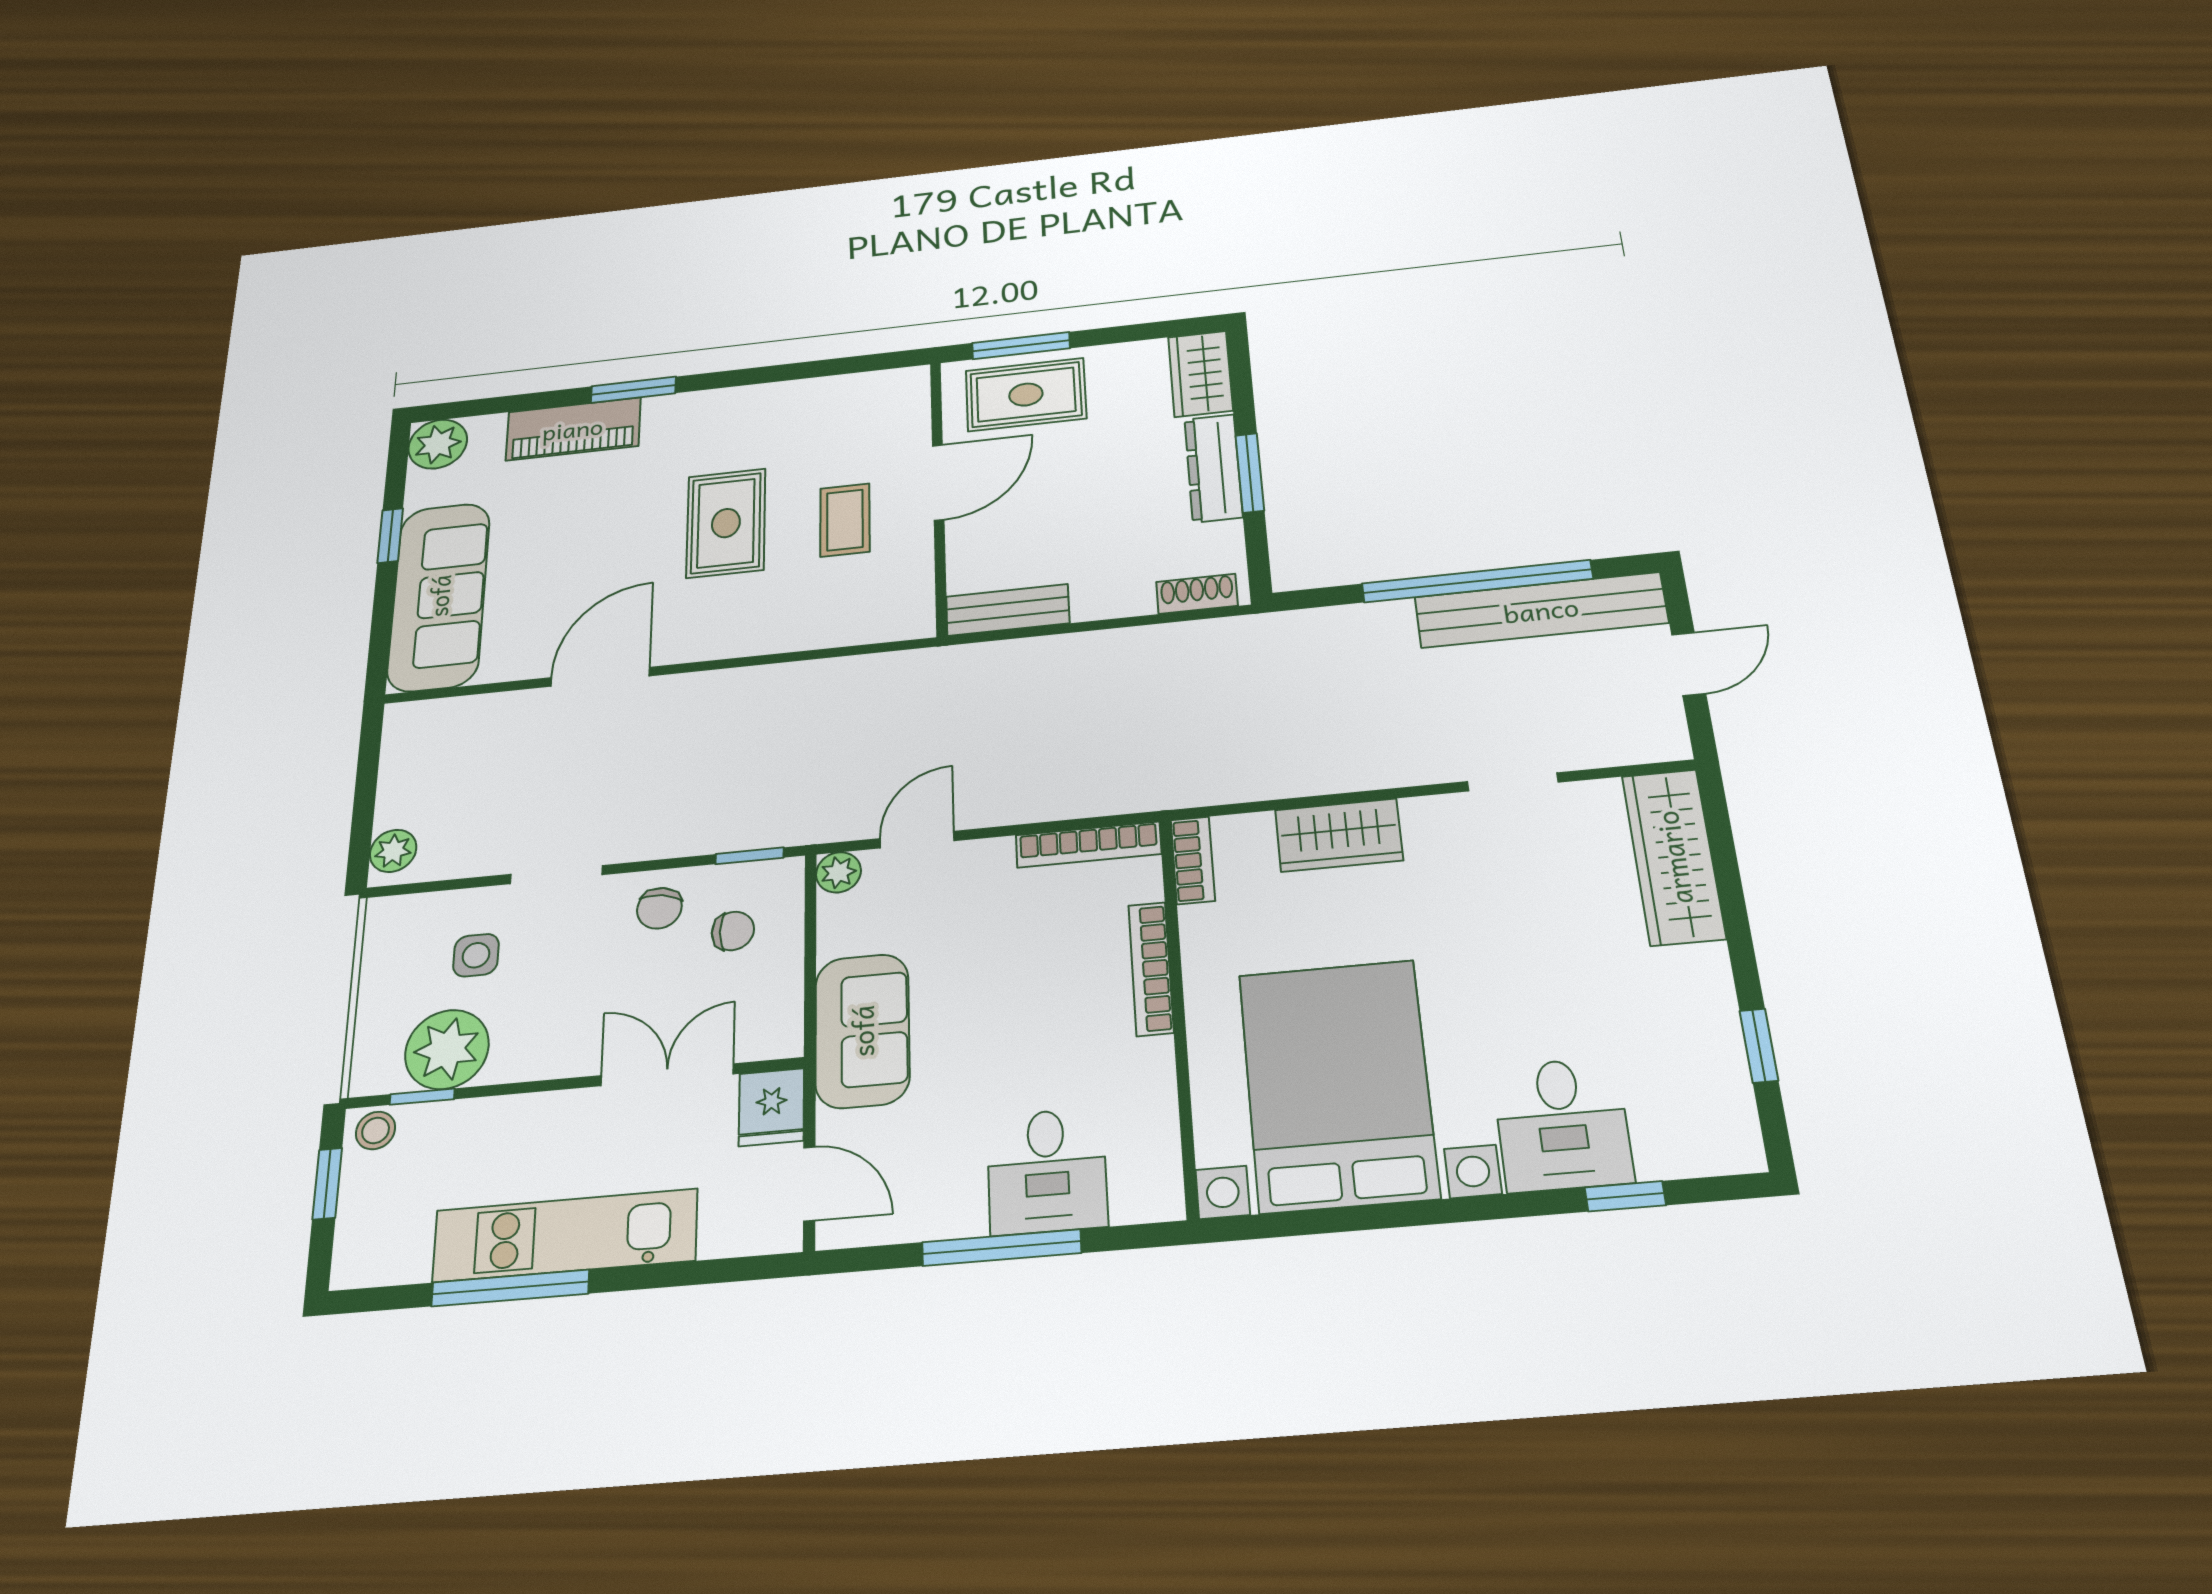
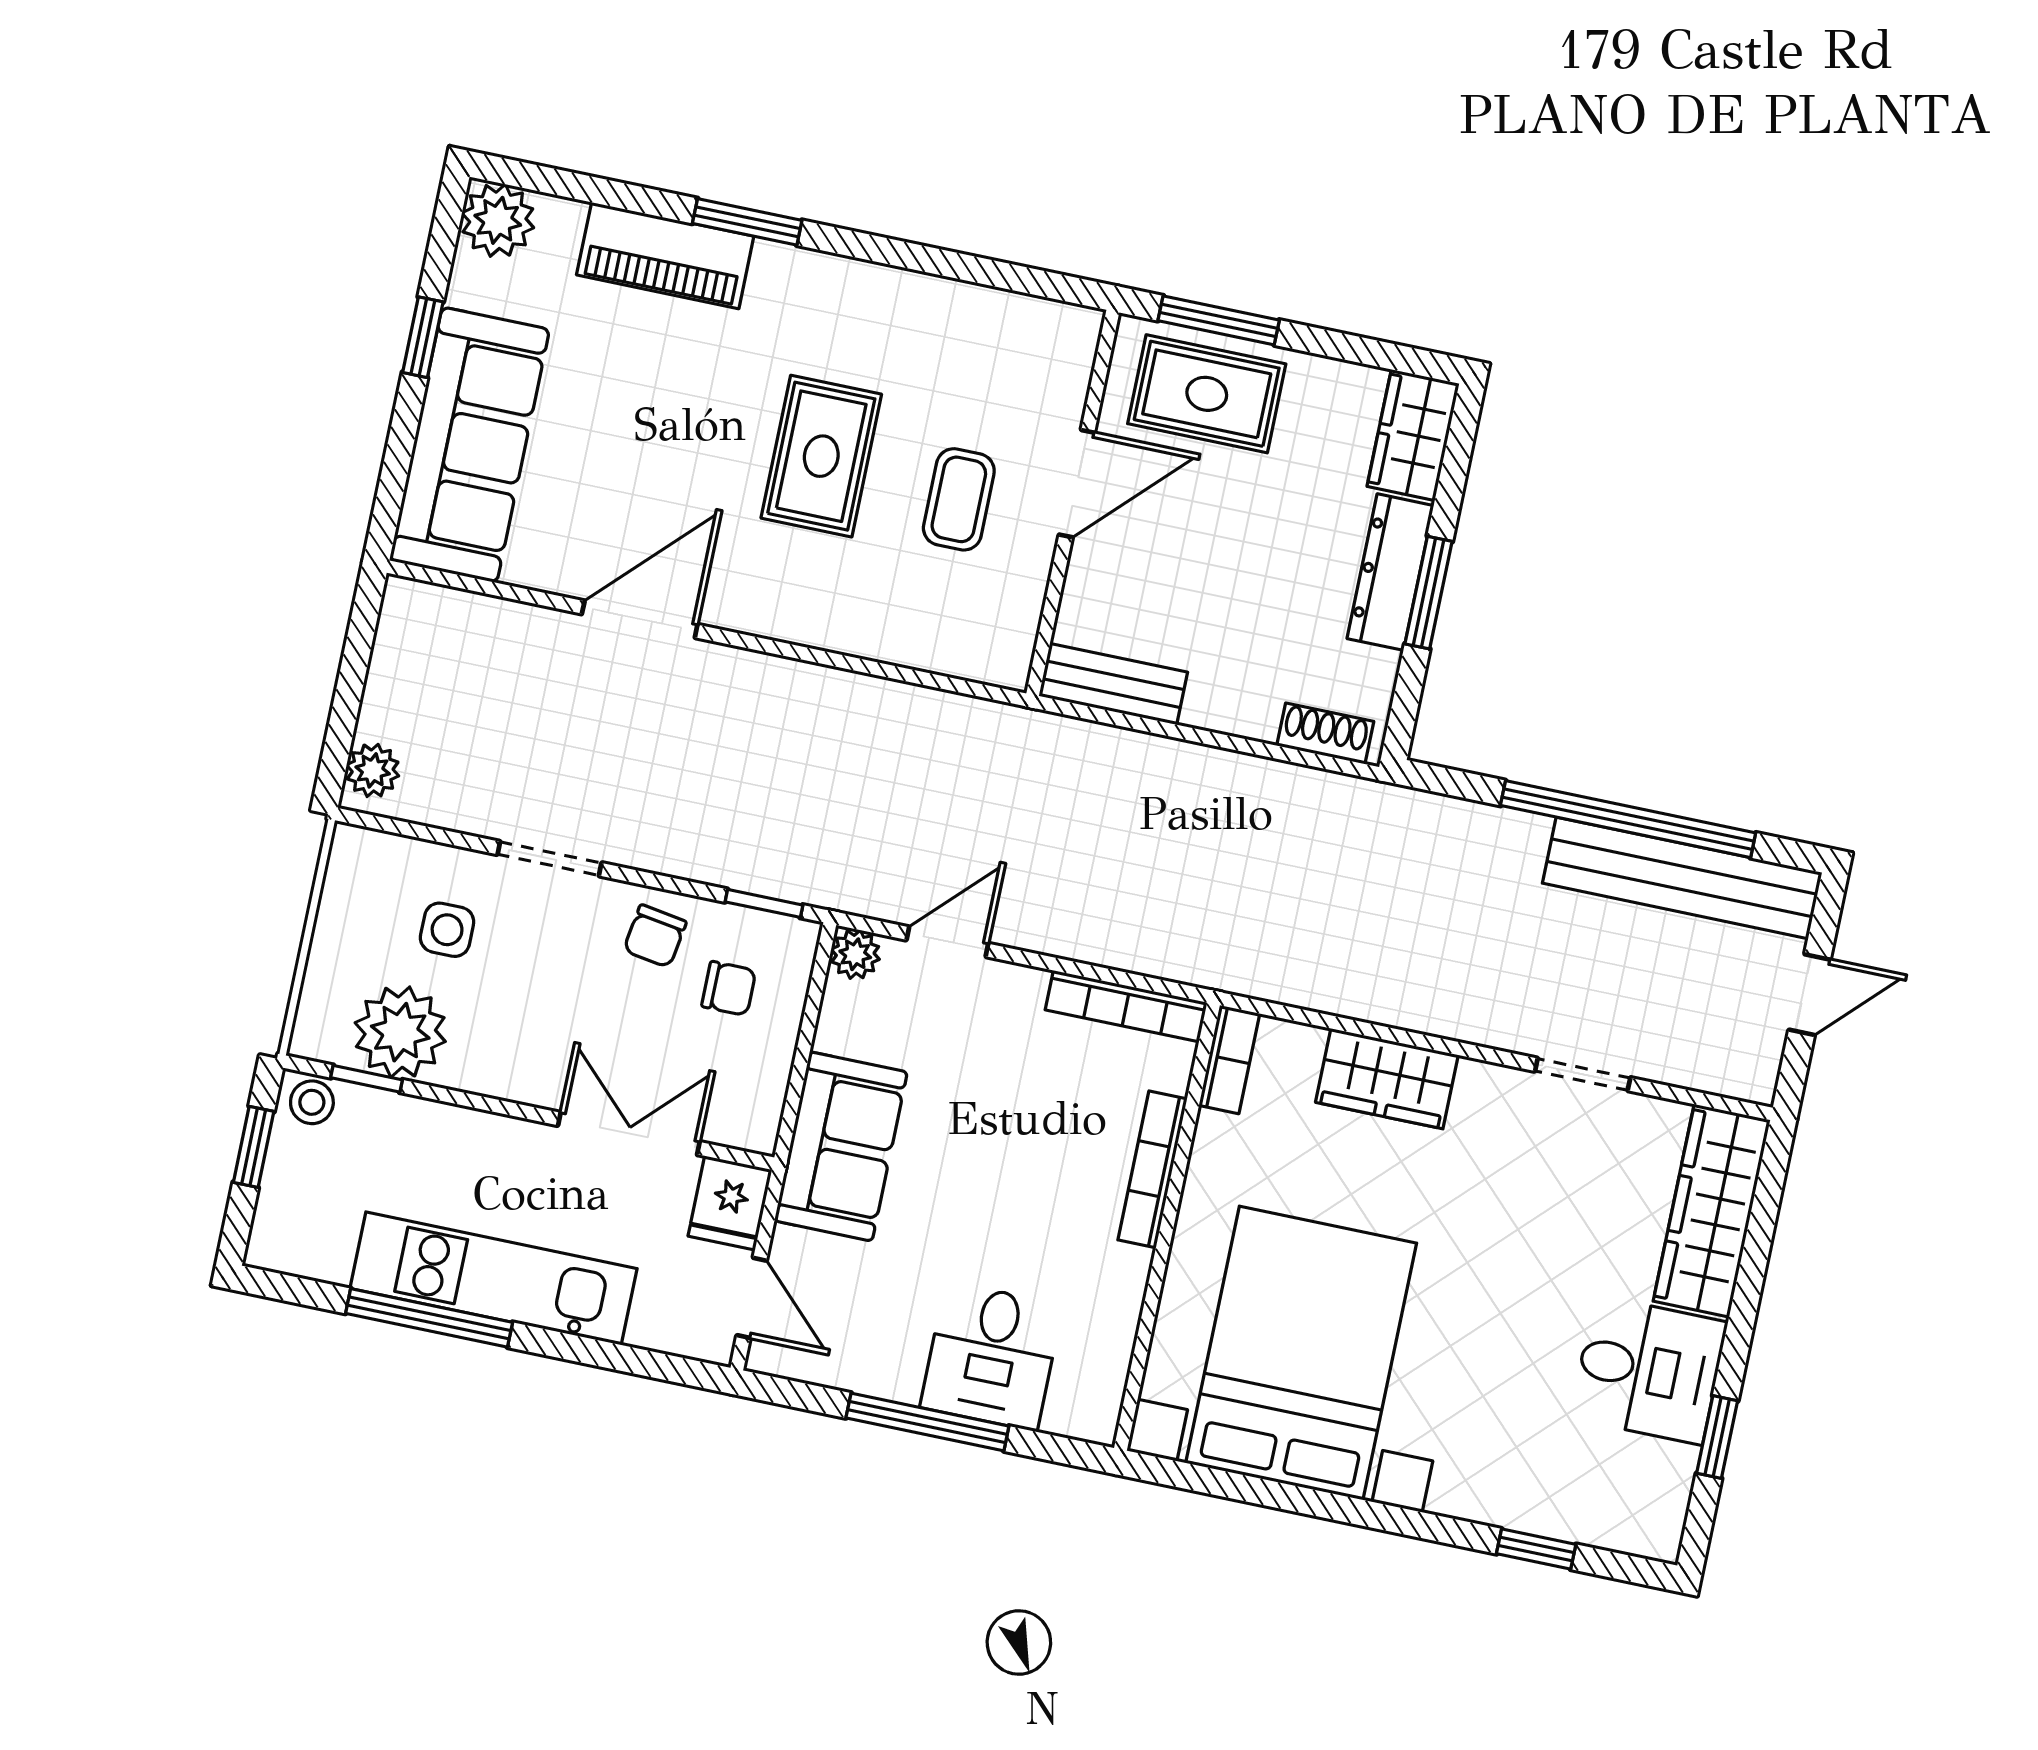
desk: (1562, 1124) -> (1649, 1370), moved, turned -90

